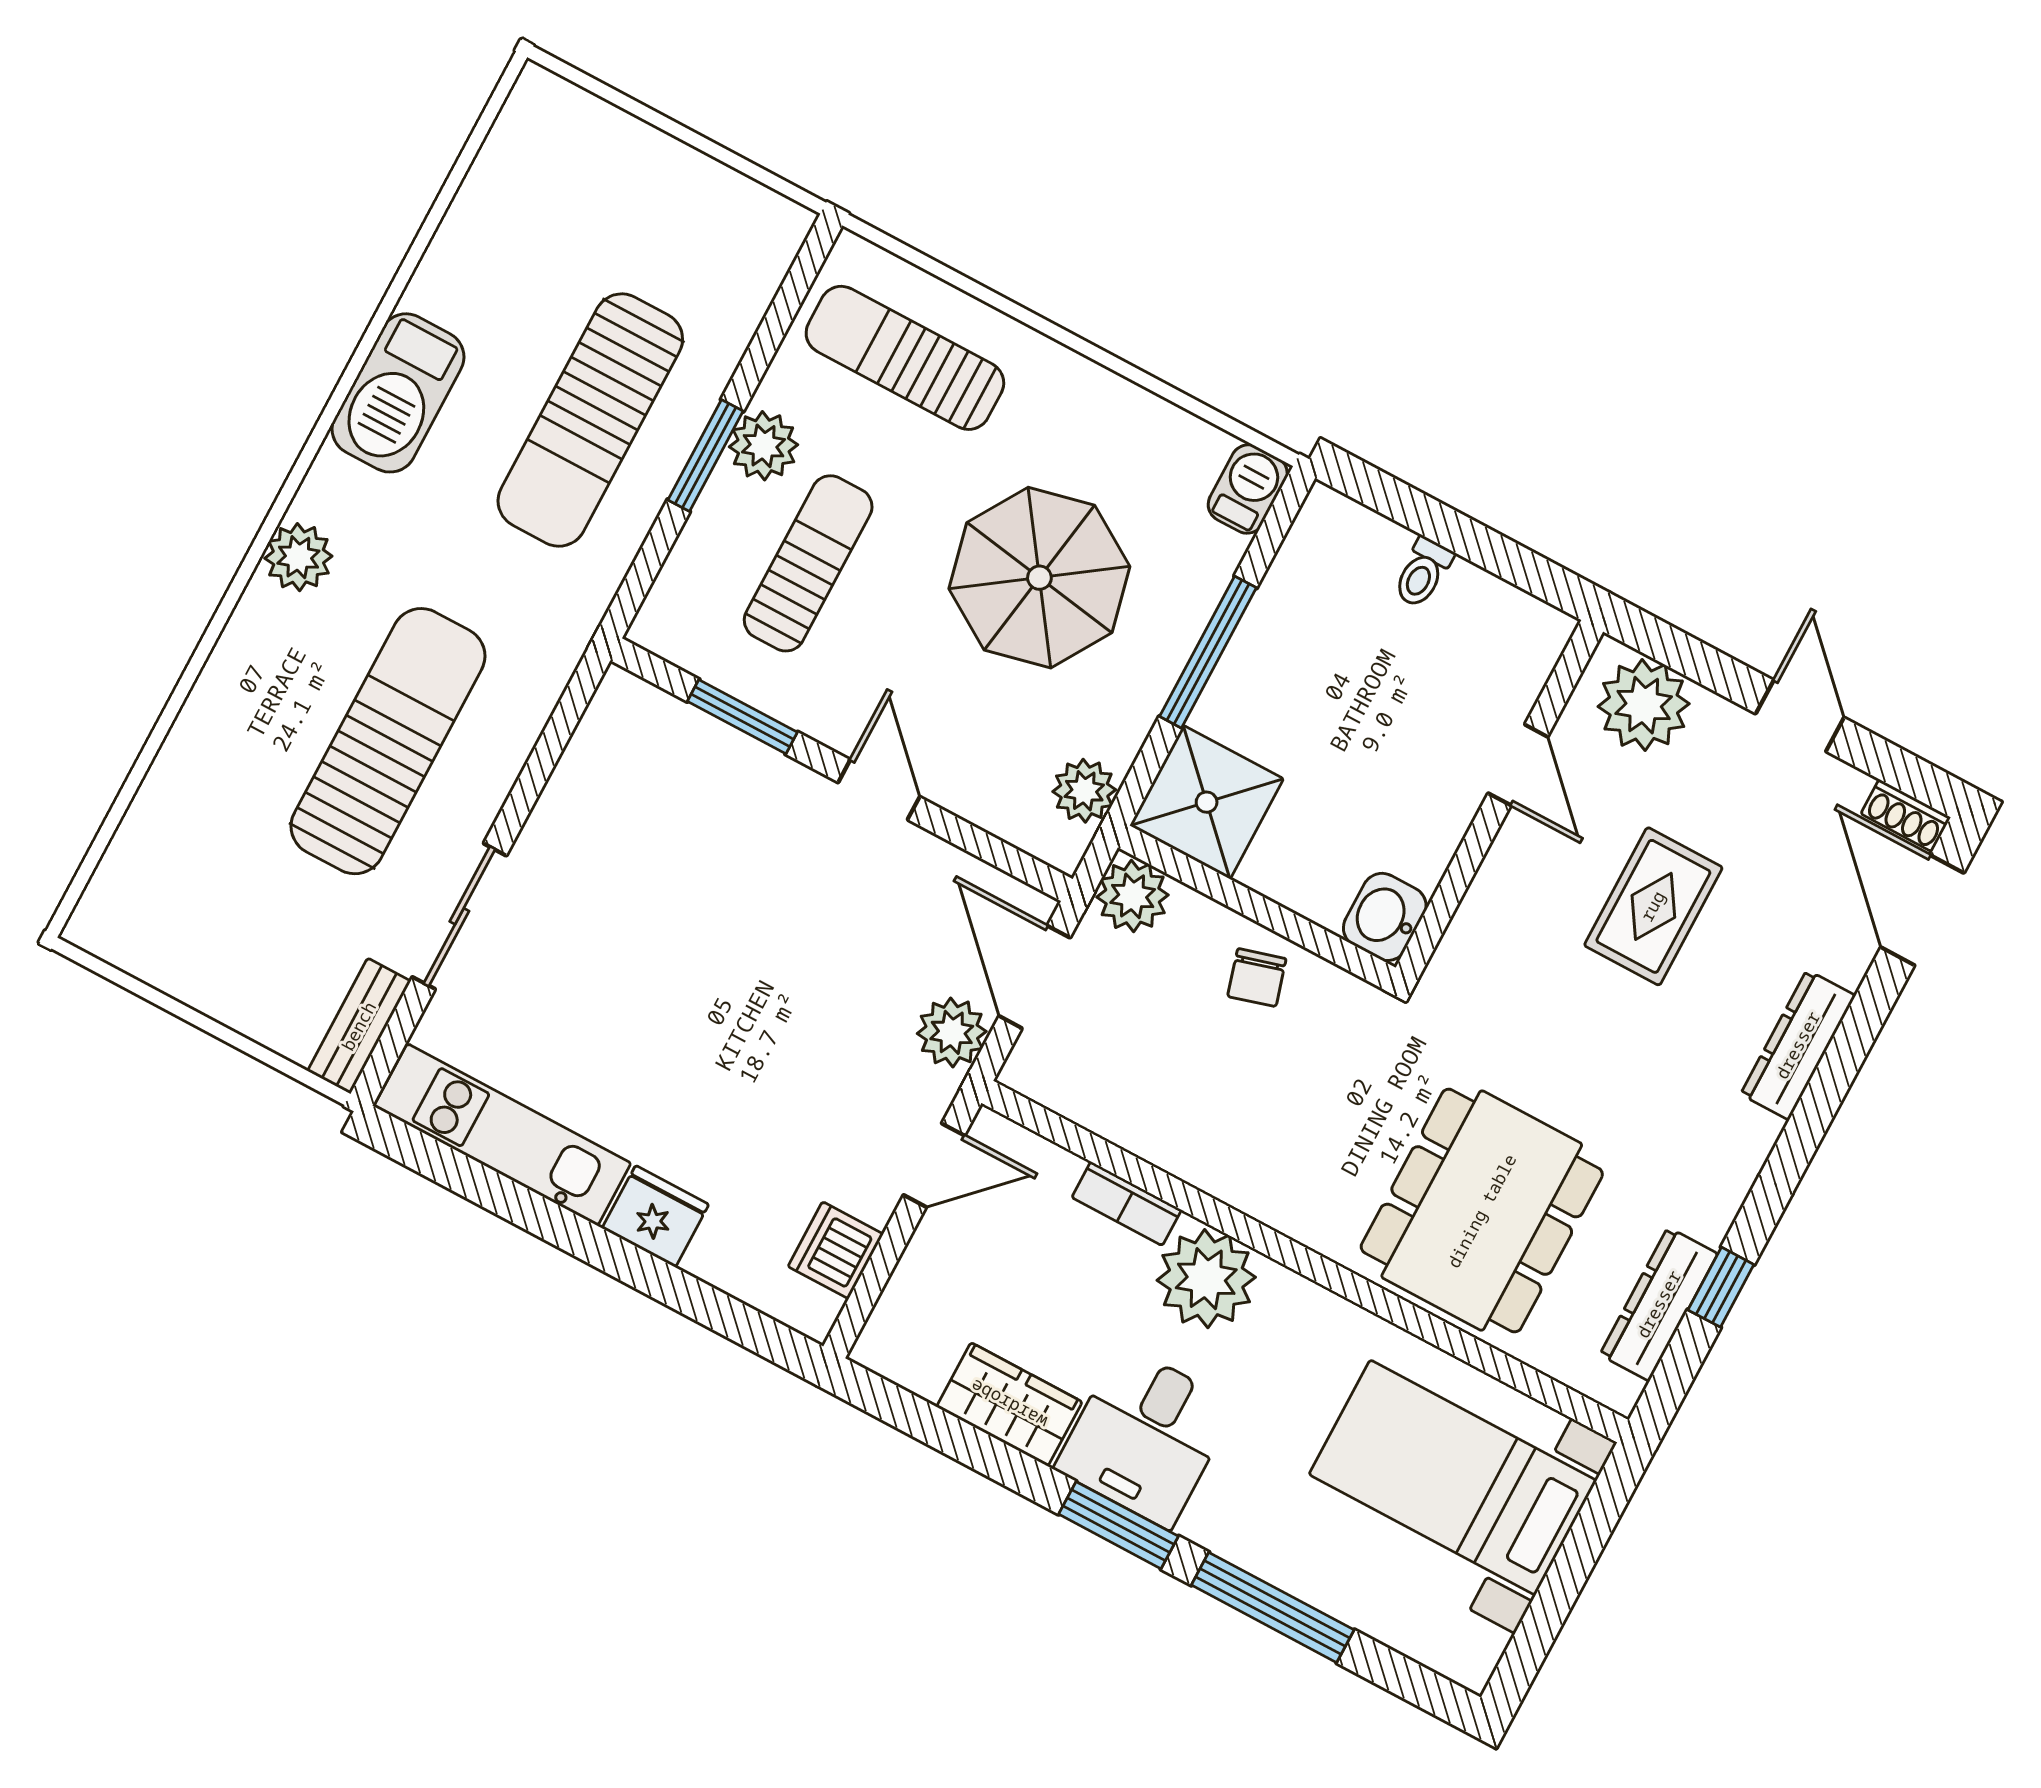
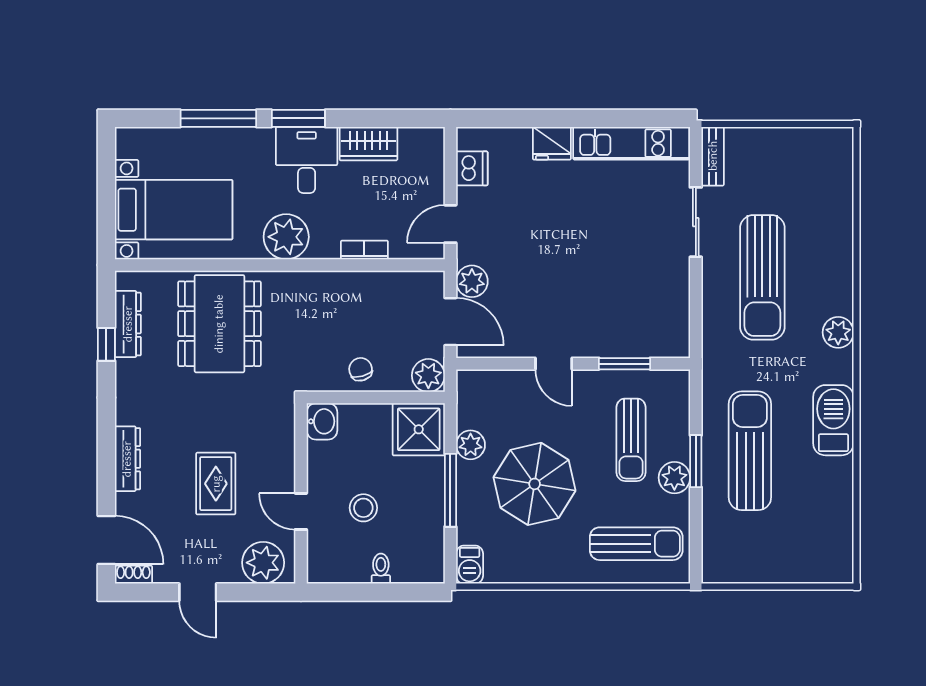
stool: (1394, 708) -> (363, 508), added
plant: (1084, 791) -> (471, 445), moved
plant: (1206, 1279) -> (286, 237), moved

